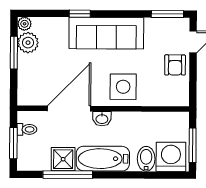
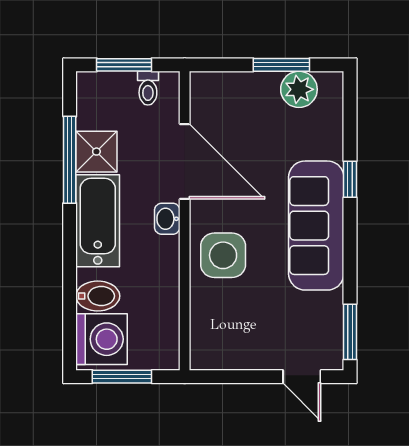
plant: (25, 24) -> (332, 83), removed
armchair: (175, 65) -> (261, 345), removed

